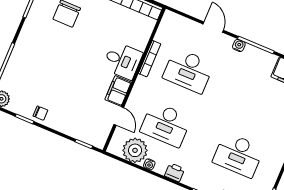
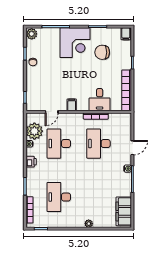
corner desk: (38, 45) -> (75, 43), added
desk: (123, 61) -> (100, 100), moved
filing cabinet: (118, 91) -> (72, 105), width x0.50

